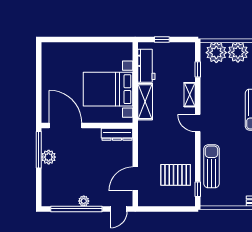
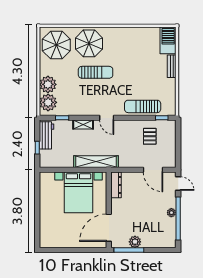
workbench: (146, 66) -> (47, 135), moved, turned 90
shelving: (145, 102) -> (96, 162), width x1.47
door: (198, 123) -> (107, 118), hinge flipped
pallet: (176, 175) -> (150, 136), width x0.67, depth x0.71

